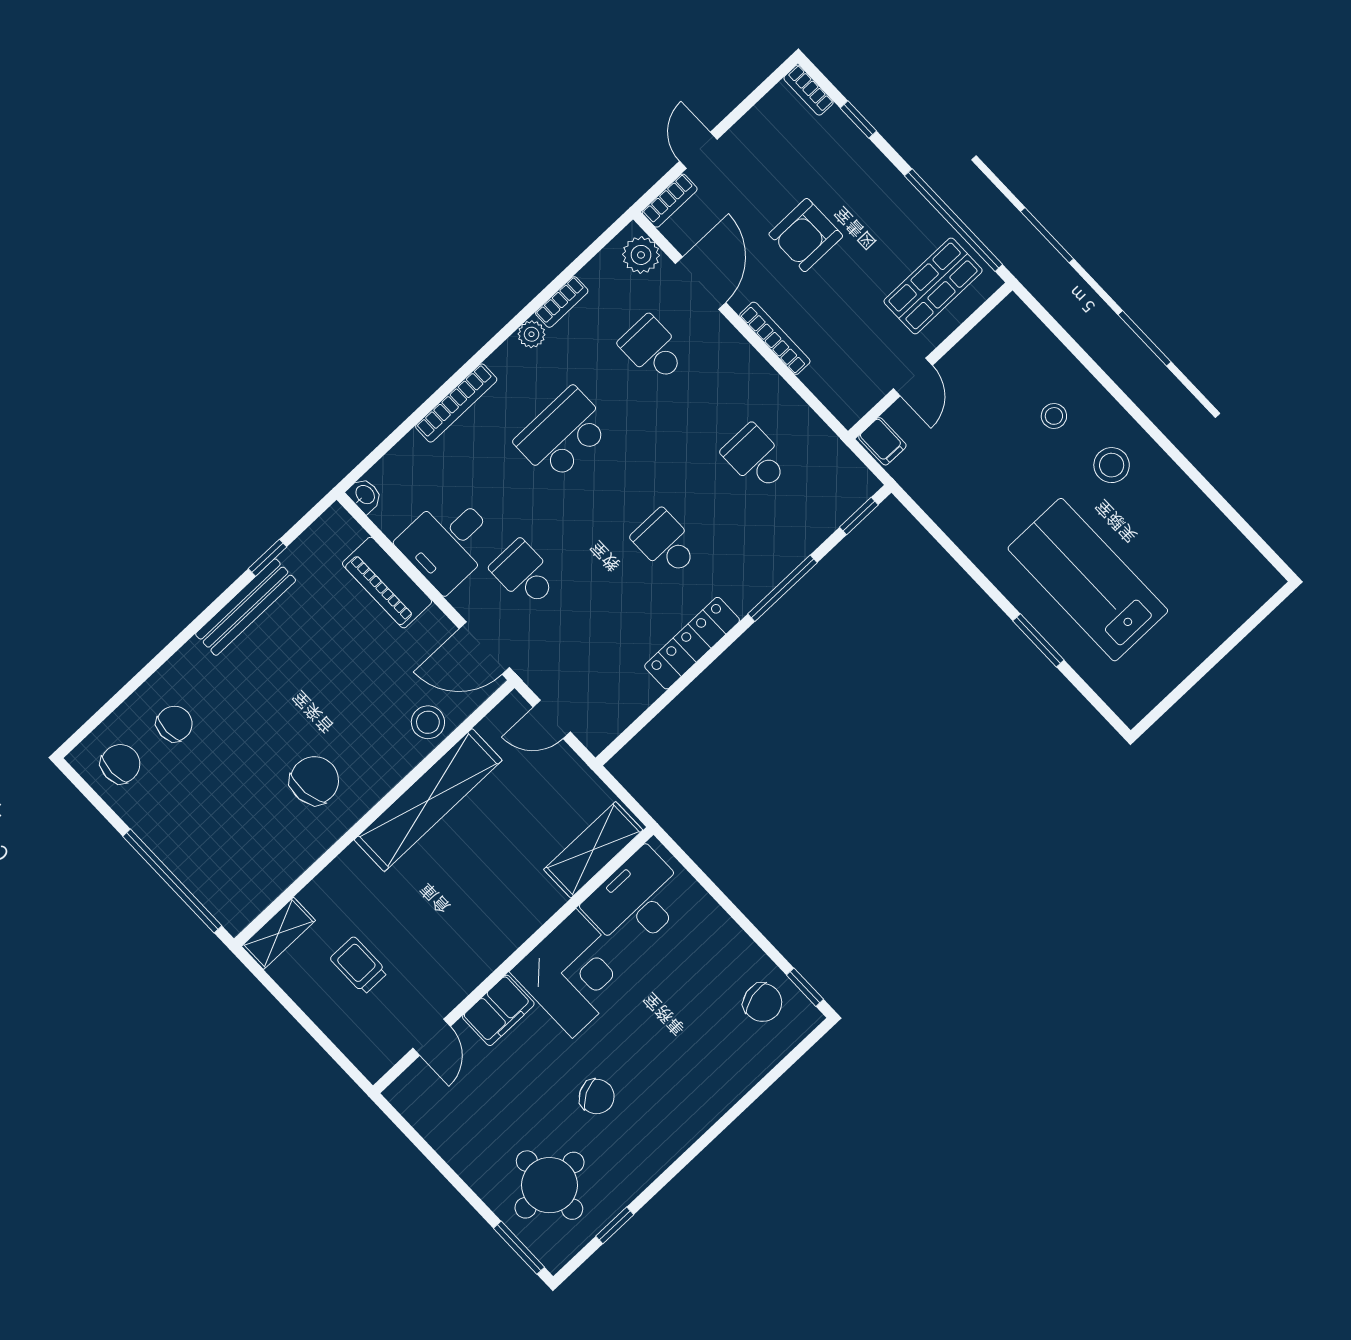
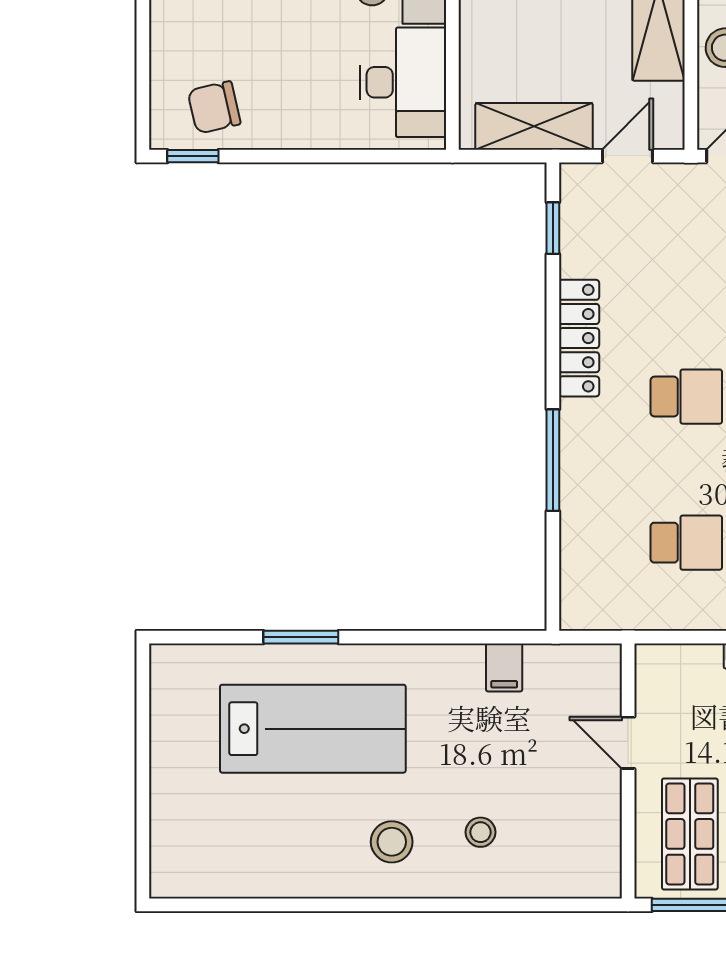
filing cabinet: (882, 441) -> (504, 667), moved, turned -90
window: (859, 516) -> (553, 228), moved
shelving: (593, 850) -> (534, 126), moved, turned 90

